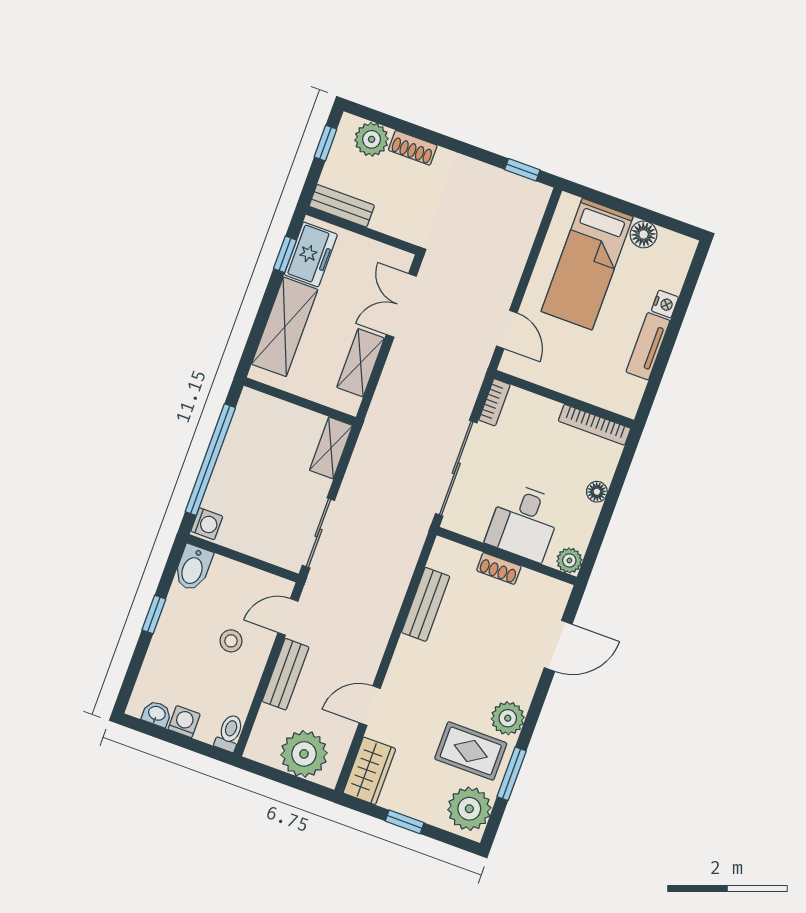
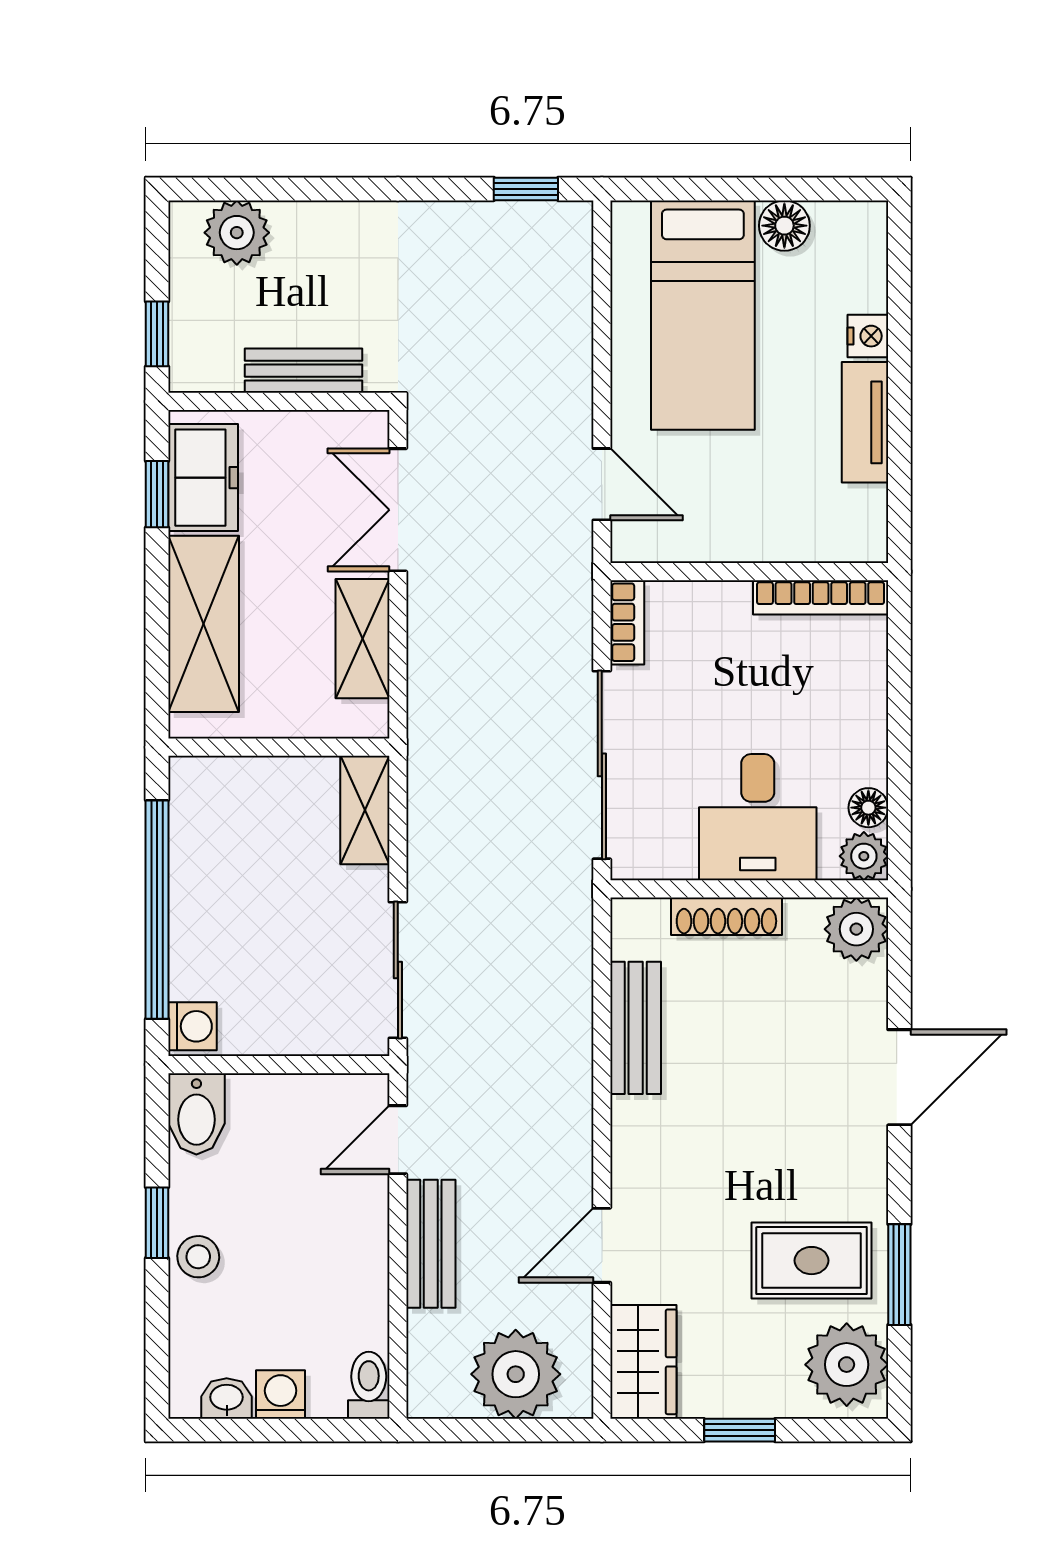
window: (325, 143) -> (157, 334), moved
shoe rack: (413, 148) -> (316, 221), removed
bench: (342, 206) -> (304, 371), moved
floor lamp: (597, 492) -> (868, 808), moved
shoe rack: (499, 568) -> (726, 916), width x1.43
stool: (231, 641) -> (198, 1257), moved
door: (558, 646) -> (899, 1077), moved
plant: (508, 718) -> (856, 929), moved

